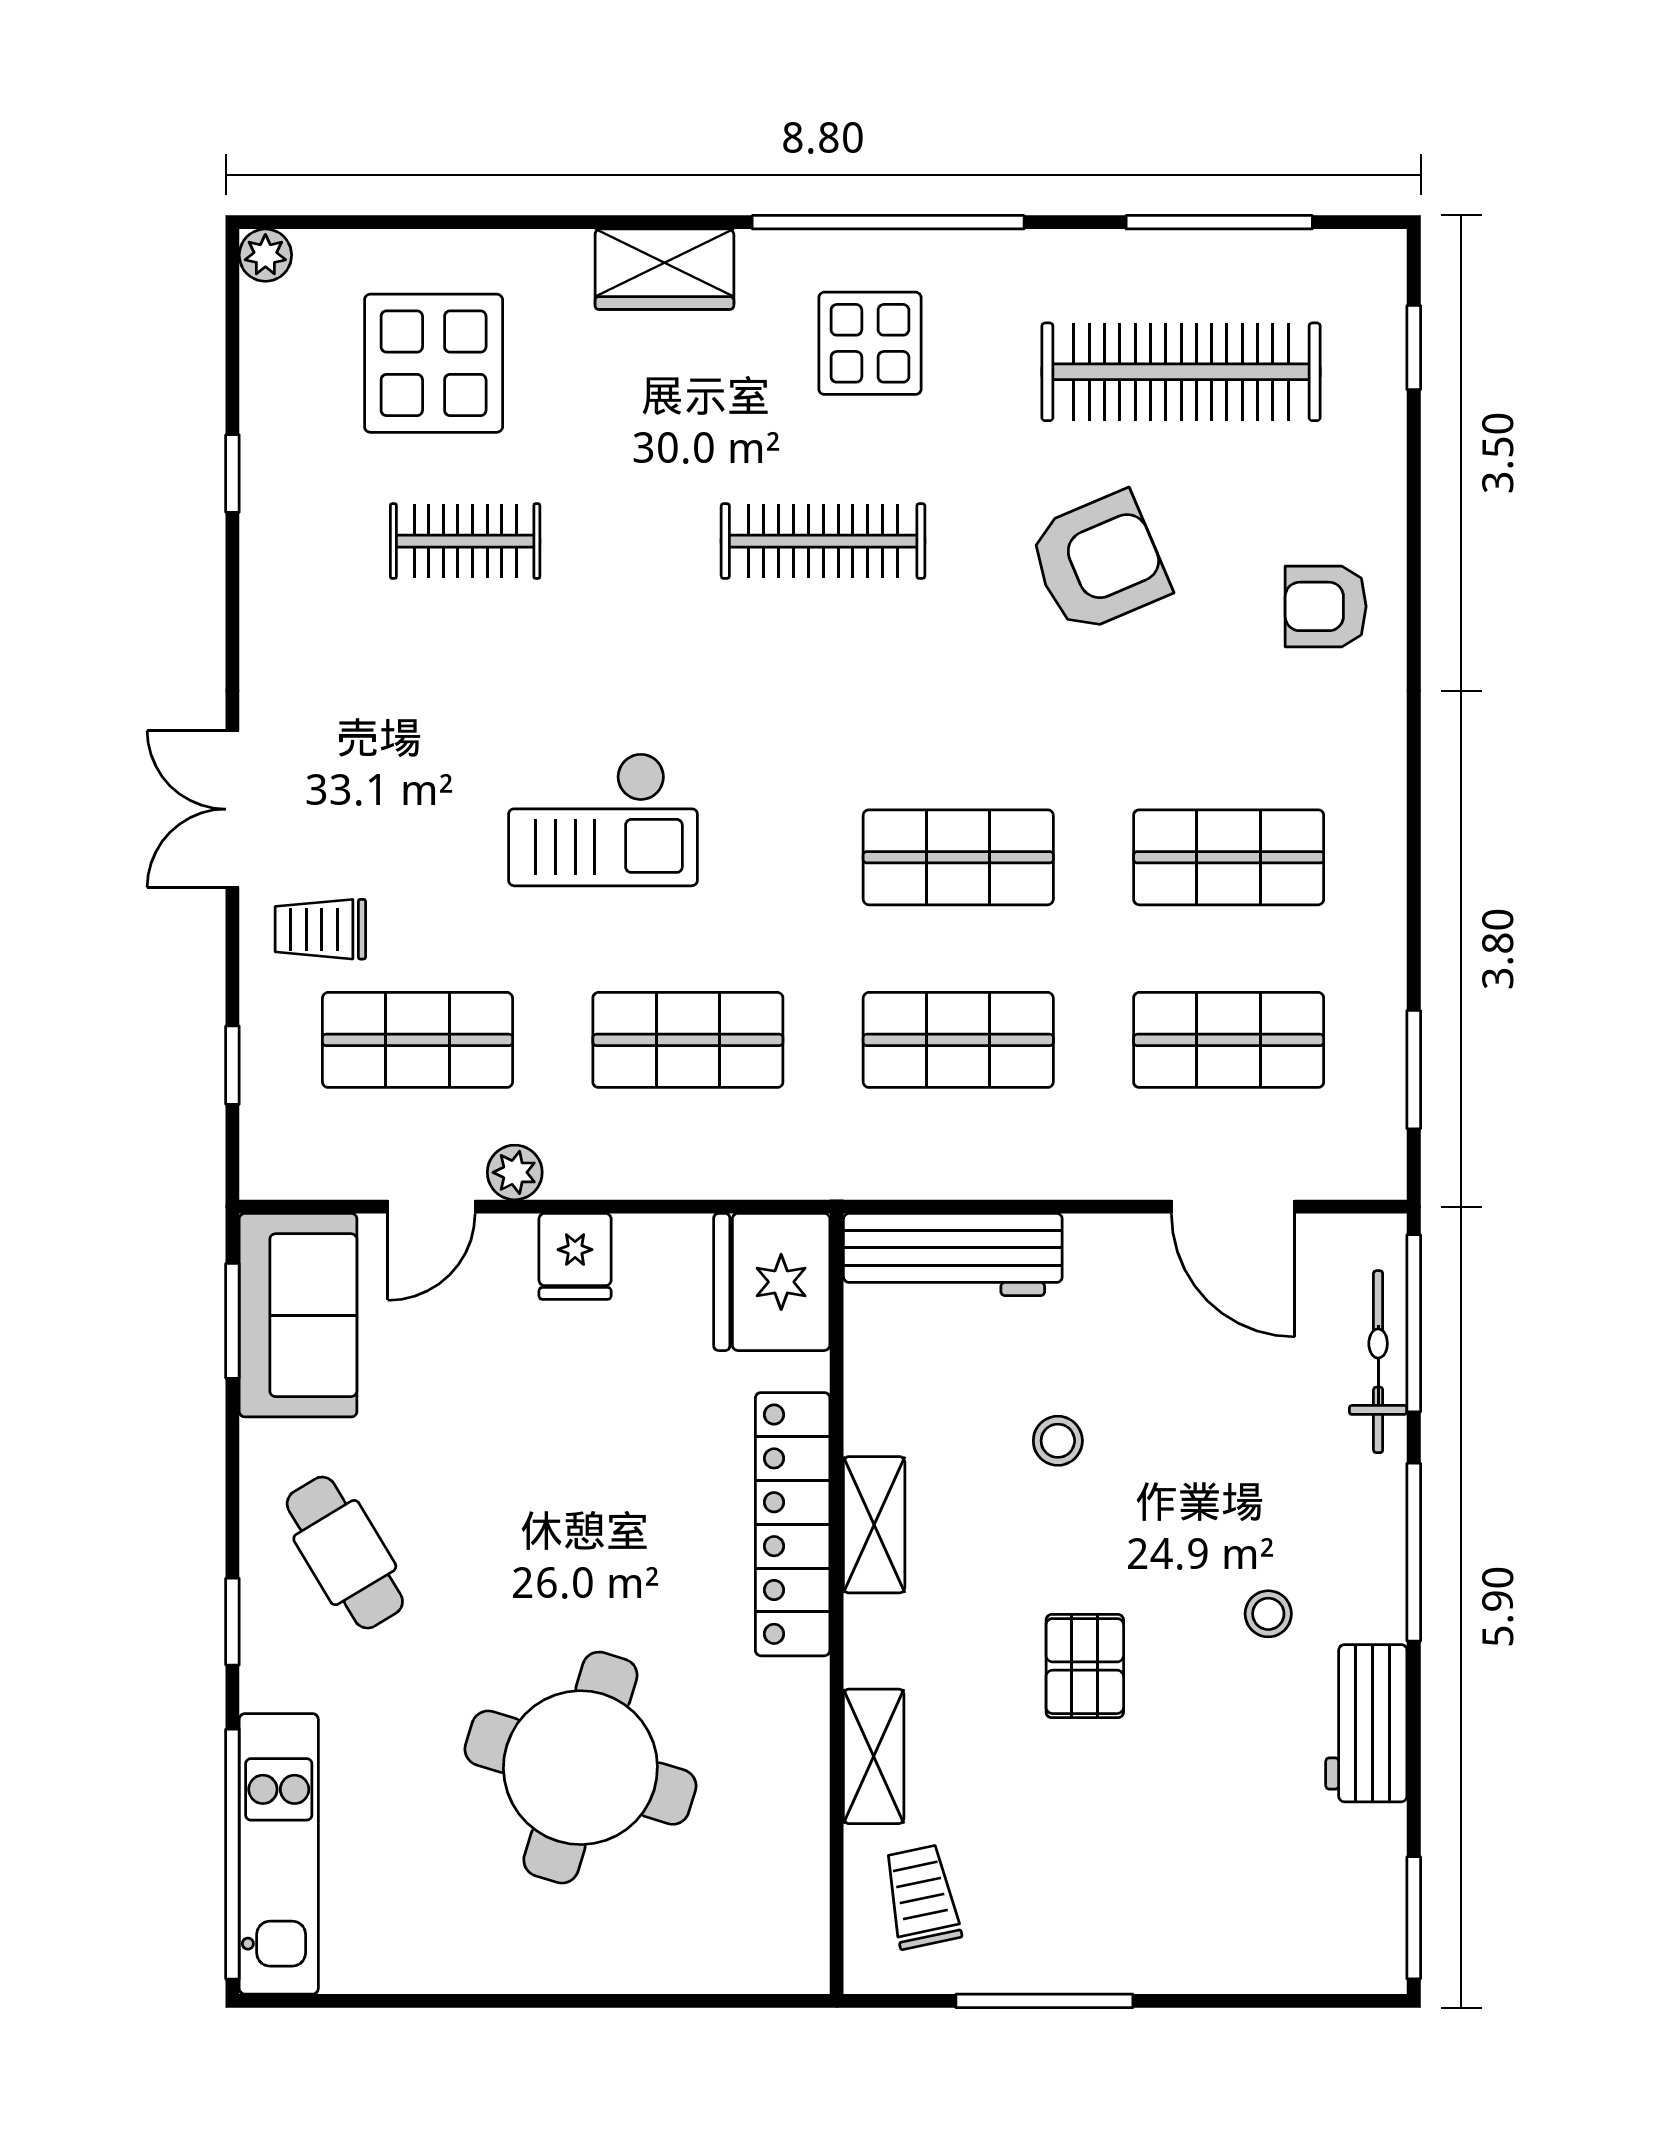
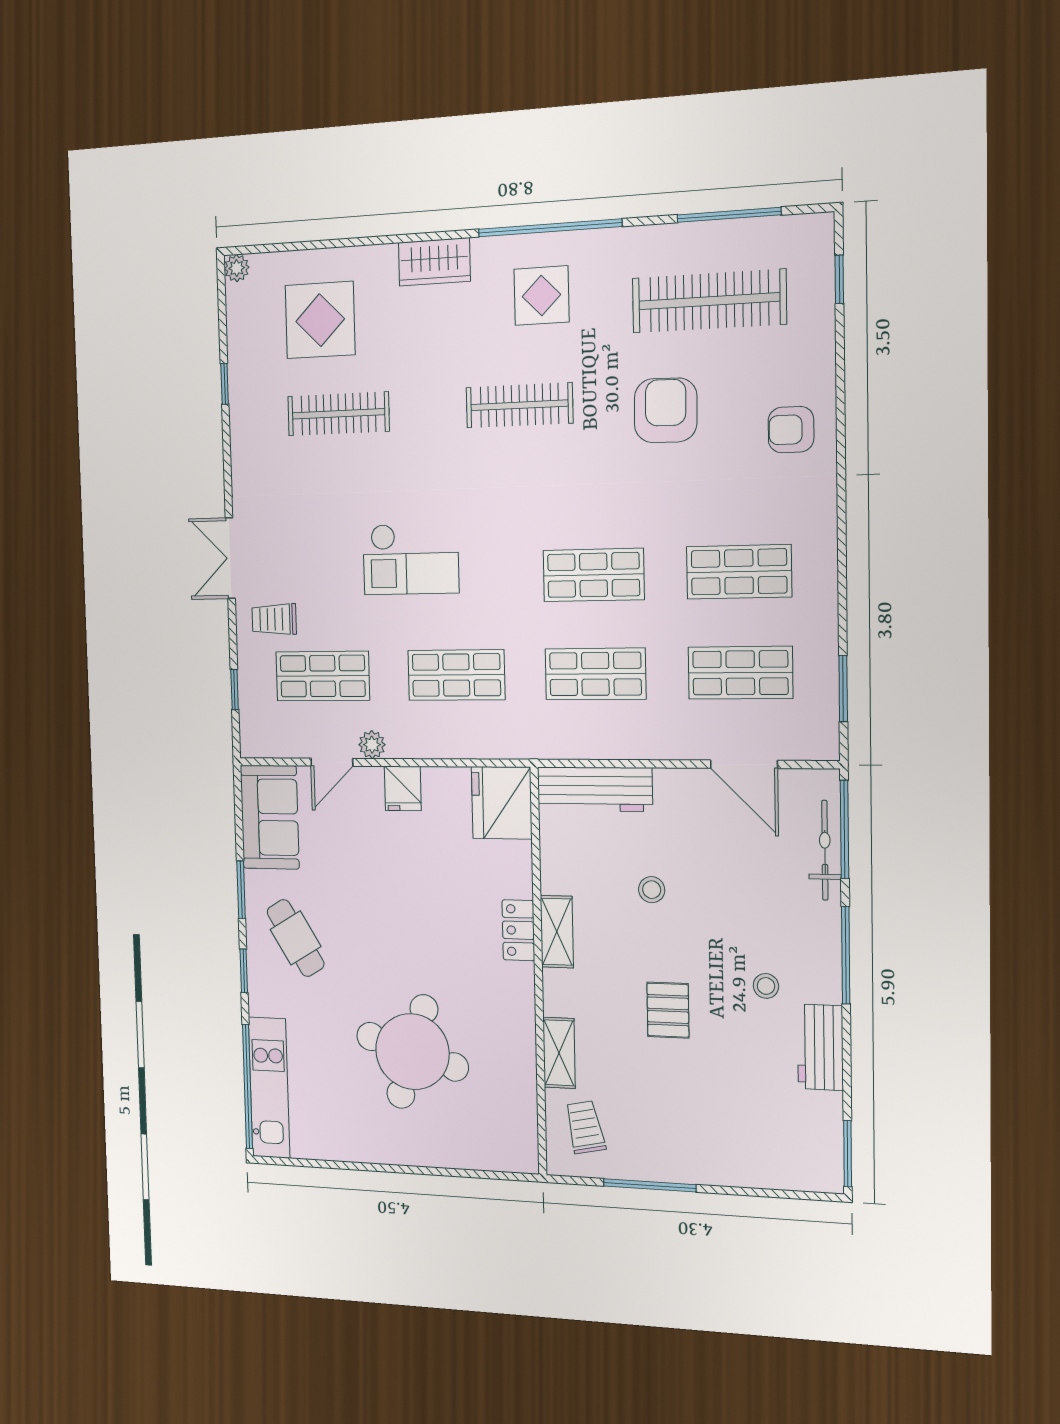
clothes rail: (465, 541) -> (338, 414), width x1.36
armchair: (1099, 562) -> (666, 410), turned -66
window: (232, 1321) -> (241, 890), moved
locker: (793, 1524) -> (518, 930), width x0.46, depth x0.83

